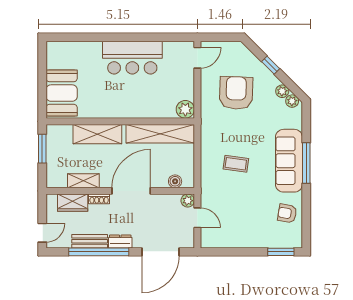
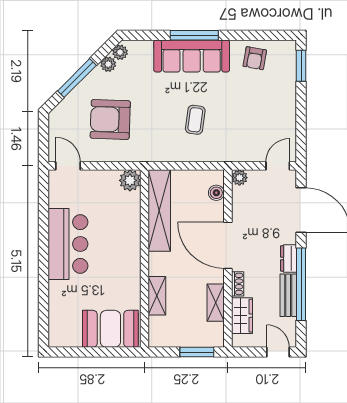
window: (271, 65) -> (77, 78), width x2.17
shelving: (97, 134) -> (157, 296), width x0.67, depth x0.75
window: (42, 149) -> (197, 352), moved
door: (197, 218) -> (278, 166), moved

